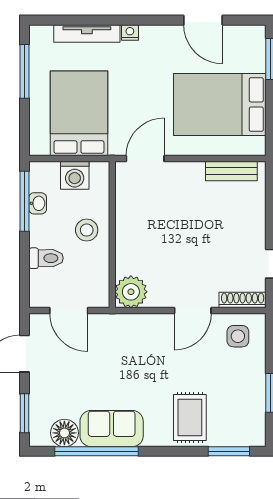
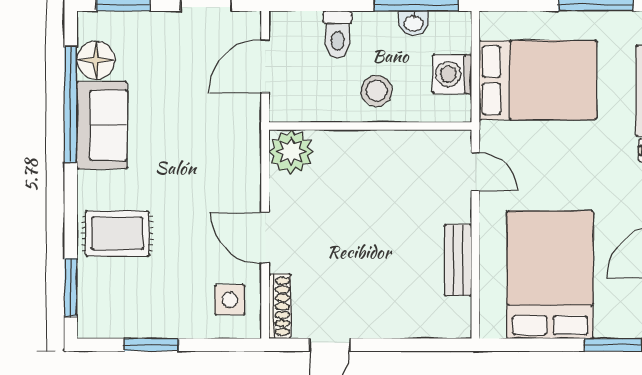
door: (145, 159) -> (475, 172), width x0.73
bench: (231, 171) -> (458, 260), moved

